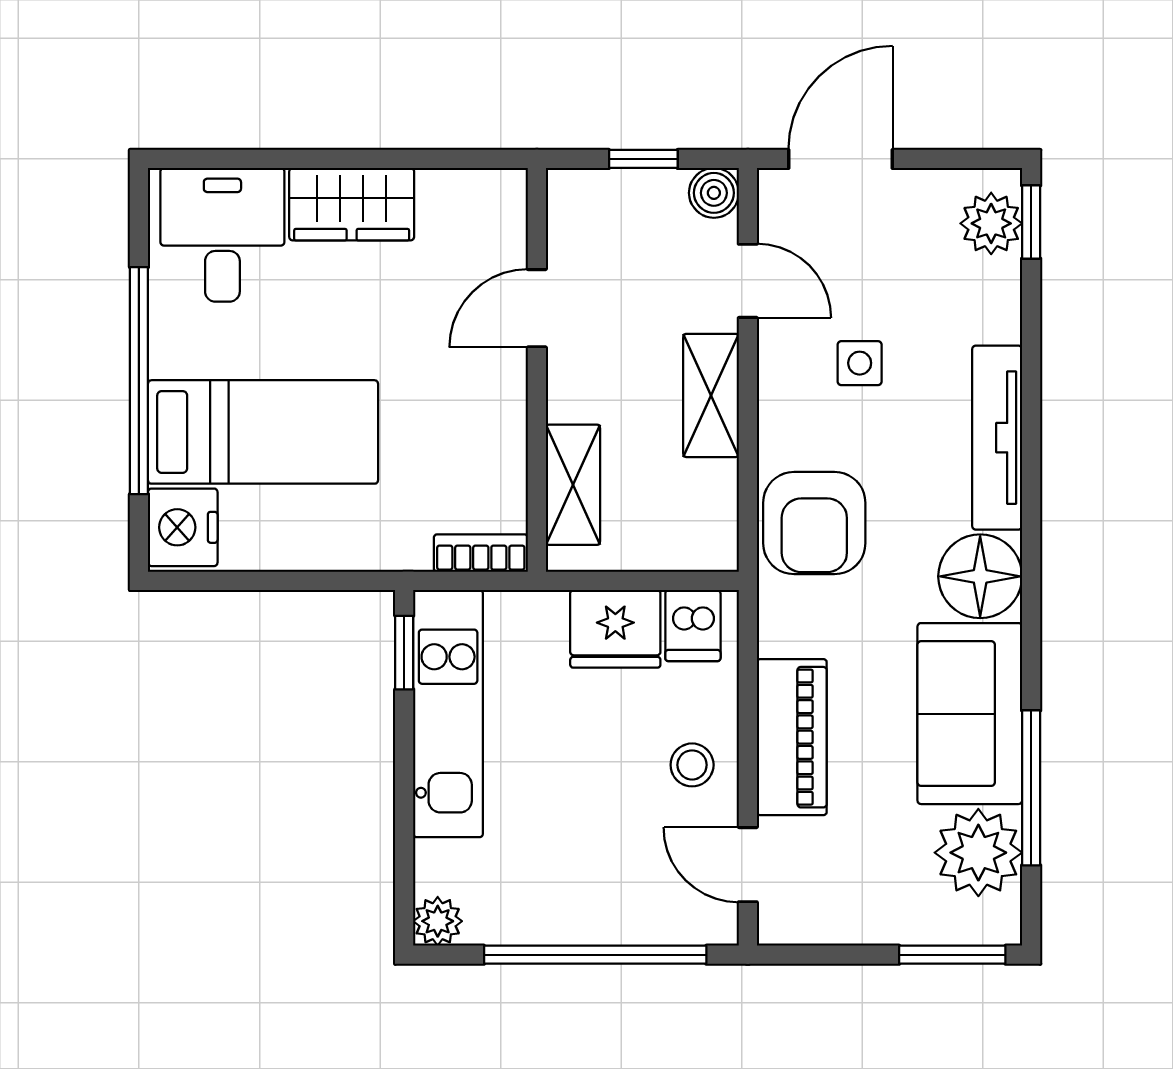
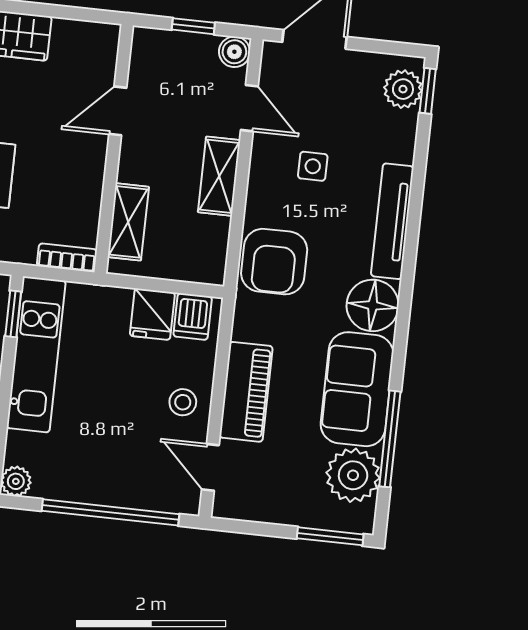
fridge: (615, 629) -> (152, 314), width x0.72

